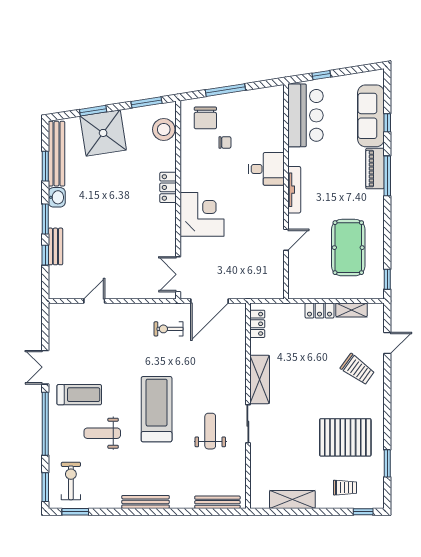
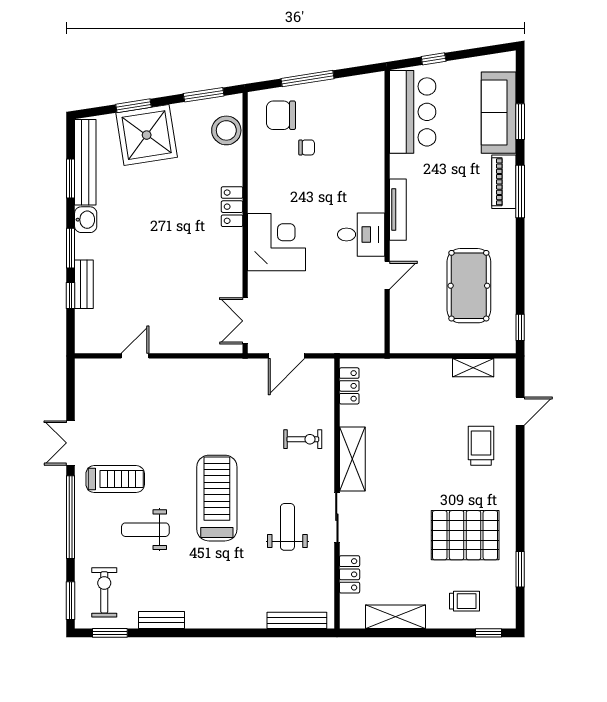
chair: (205, 118) -> (281, 115), turned 90
window: (387, 123) -> (520, 122), width x1.50
desk: (266, 169) -> (361, 235), moved
door: (210, 301) -> (286, 356), width x0.73
locker: (320, 311) -> (350, 574), moved, turned -90
exercise bike: (169, 329) -> (303, 439), moved, turned 180
trolley: (358, 369) -> (481, 446), turned -126
bench: (146, 502) -> (161, 620), moved, width x0.73

